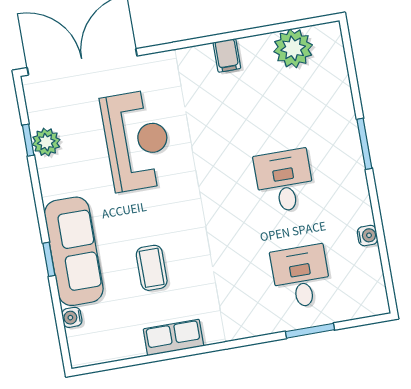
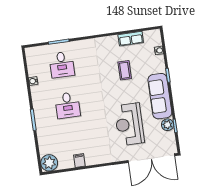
plant: (293, 48) -> (49, 163), moved
filing cabinet: (227, 55) -> (79, 160), moved
sofa: (74, 251) -> (160, 96), moved
row of seats: (173, 337) -> (131, 39), moved

